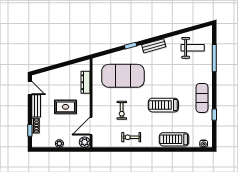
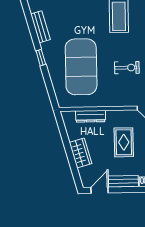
wardrobe: (58, 74) -> (80, 153), added

